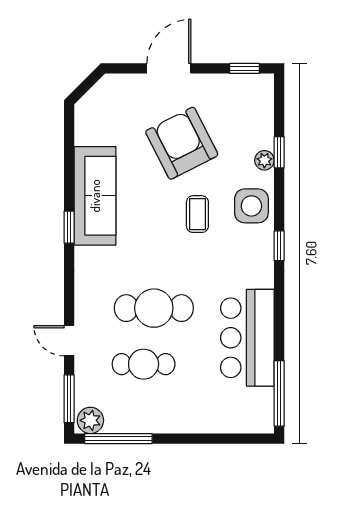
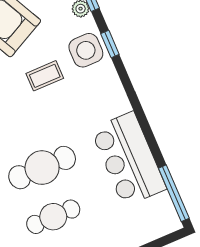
coffee table: (197, 214) -> (45, 76), turned 90
window: (279, 246) -> (110, 44), moved

